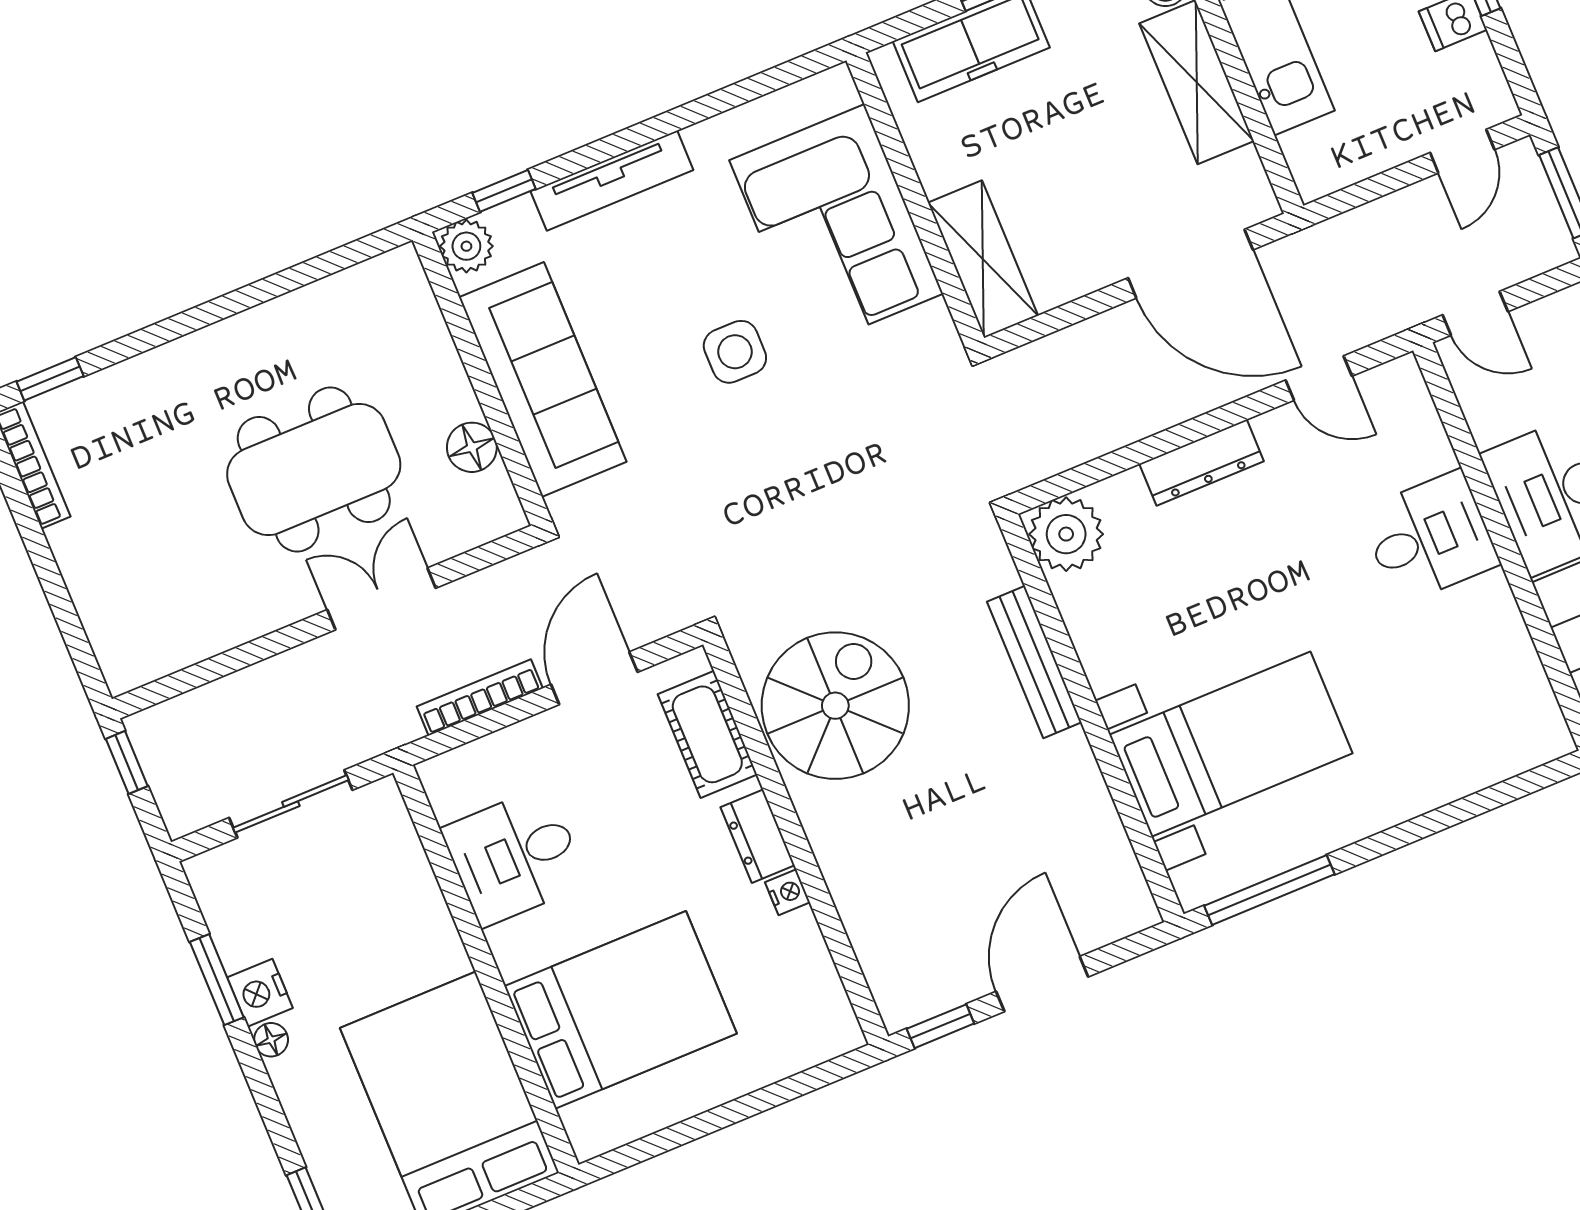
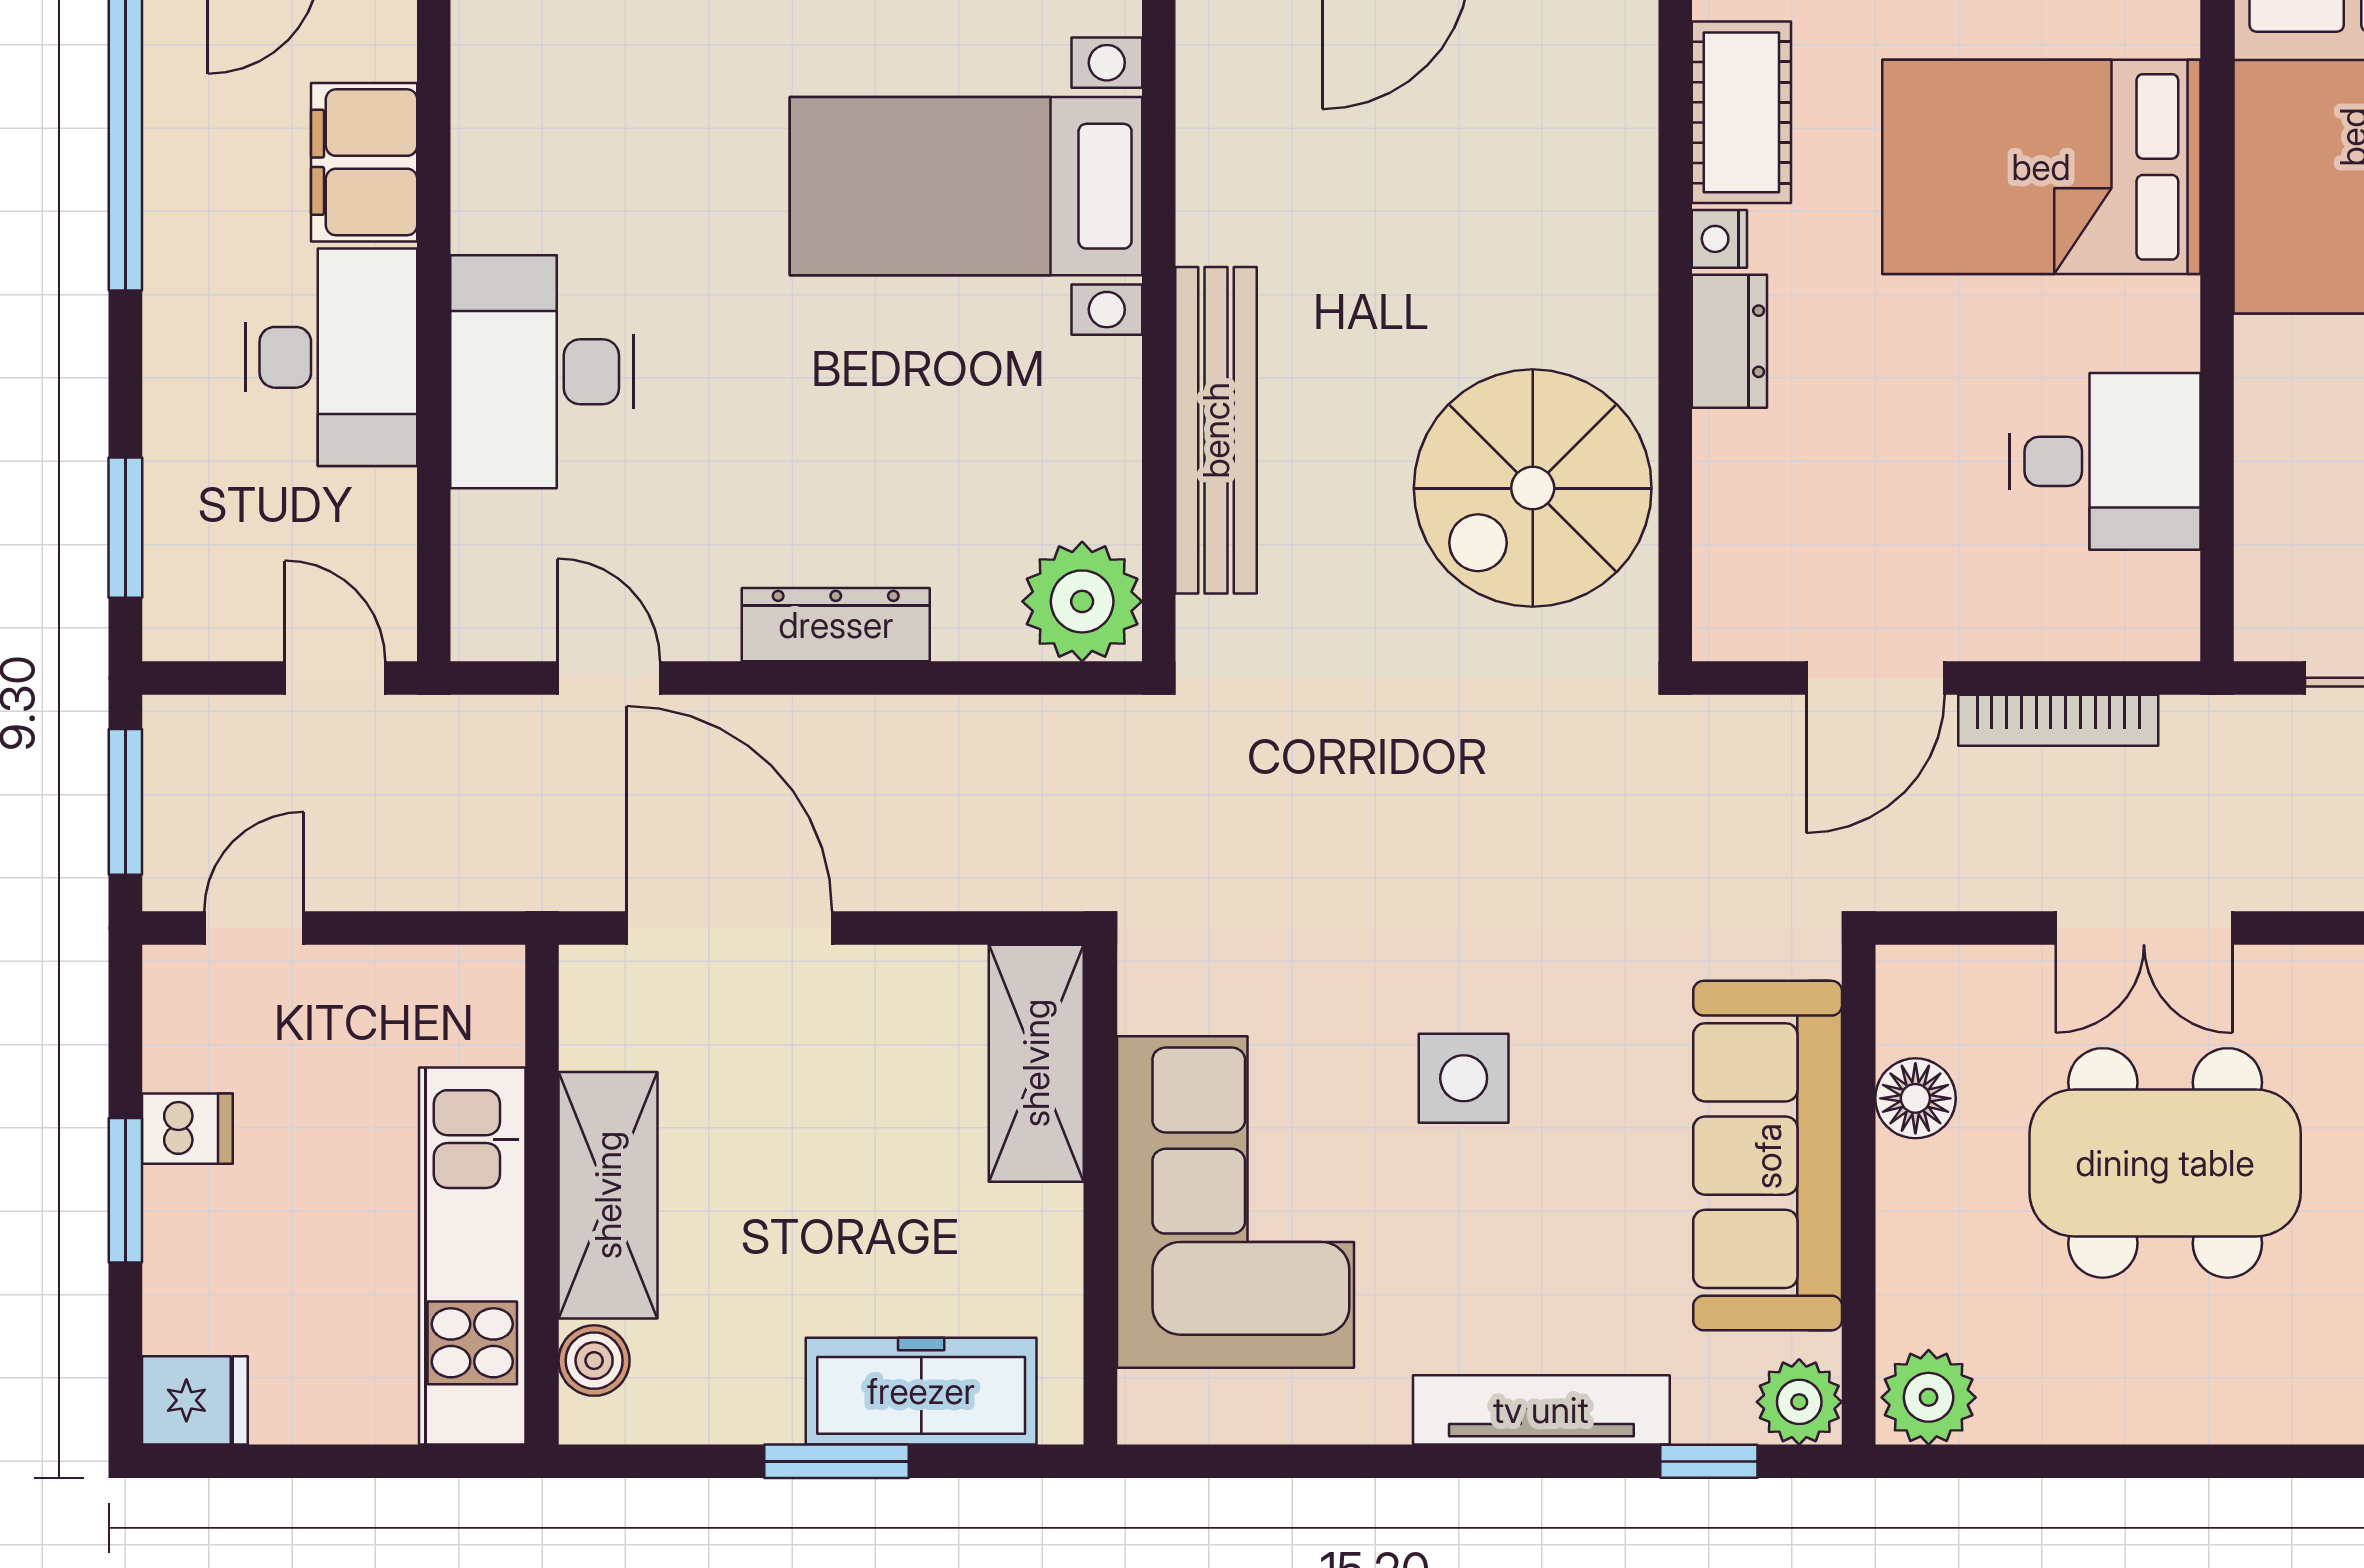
plant: (394, 279) -> (1929, 1397), added
desk: (1429, 537) -> (542, 372), width x1.37
bench: (1034, 662) -> (1216, 430), width x1.37, depth x1.21
cot: (707, 734) -> (1741, 112), moved

